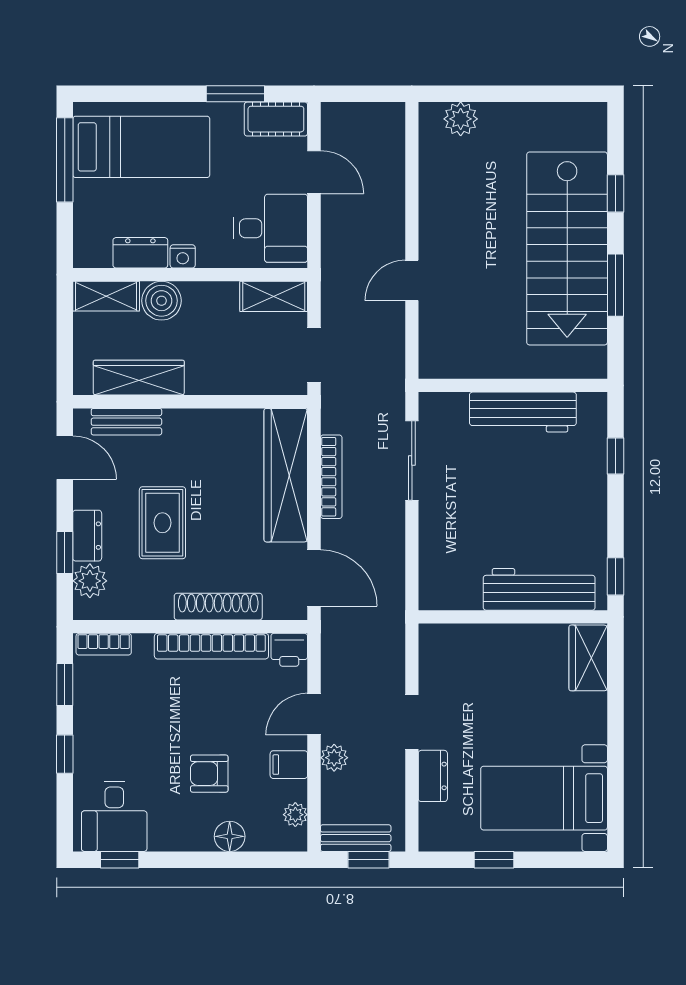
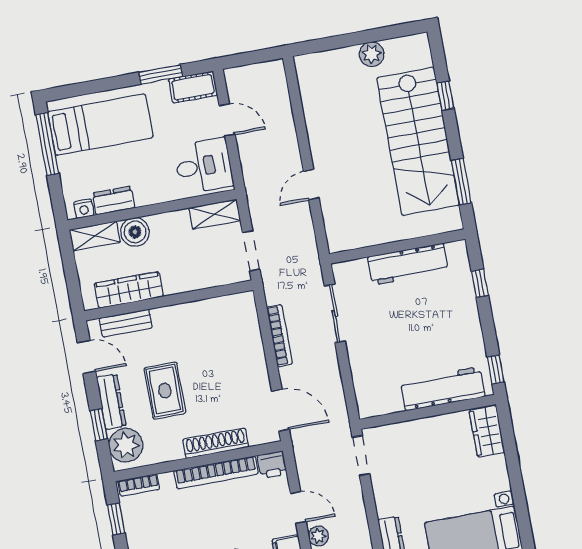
plant: (461, 119) -> (372, 54), moved
nightstand: (183, 256) -> (84, 209), moved
window: (616, 285) -> (461, 182), moved
wardrobe: (286, 475) -> (247, 340), removed
dresser: (87, 536) -> (111, 402), width x1.44
plant: (90, 581) -> (126, 445), width x1.36, depth x1.36
door: (314, 714) -> (298, 507), swing flipped
doorway: (412, 722) -> (361, 455), moved

